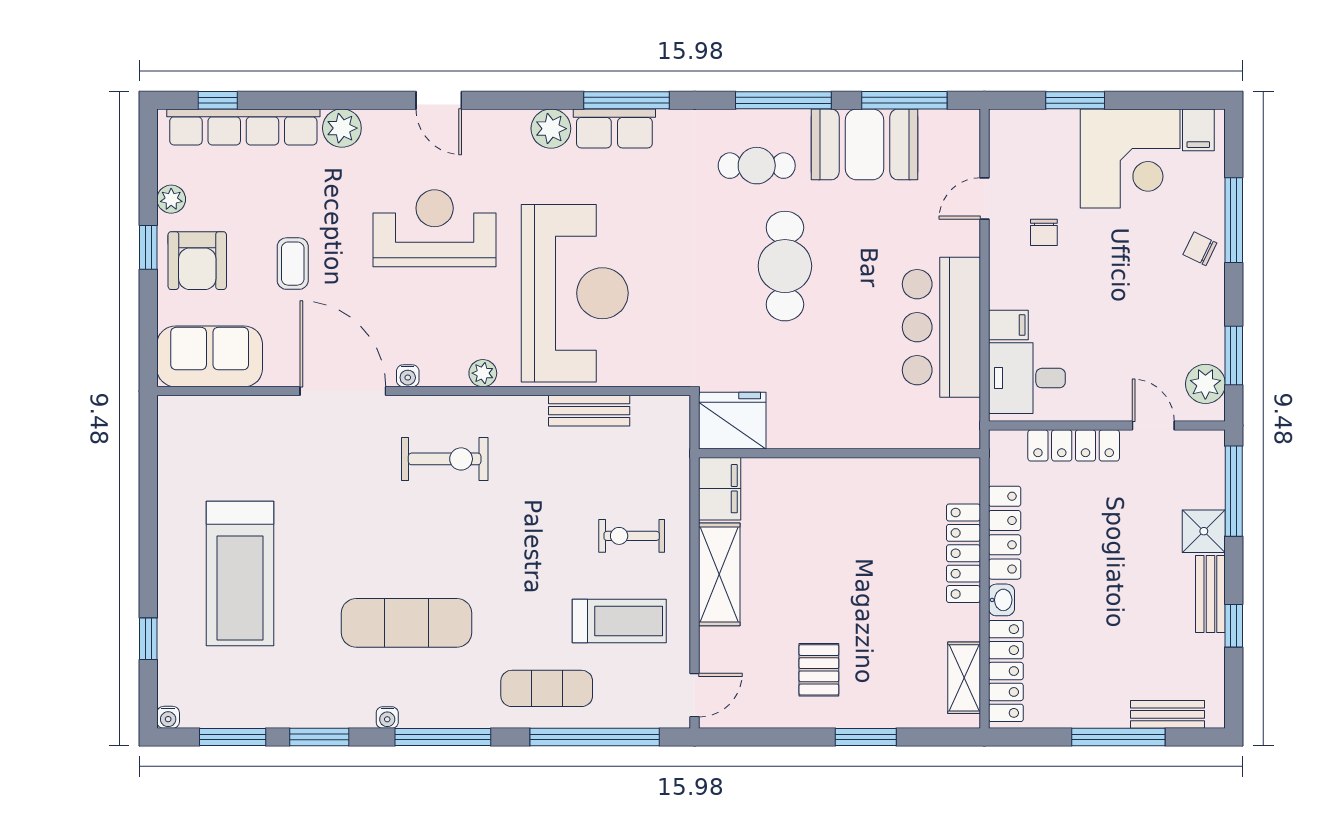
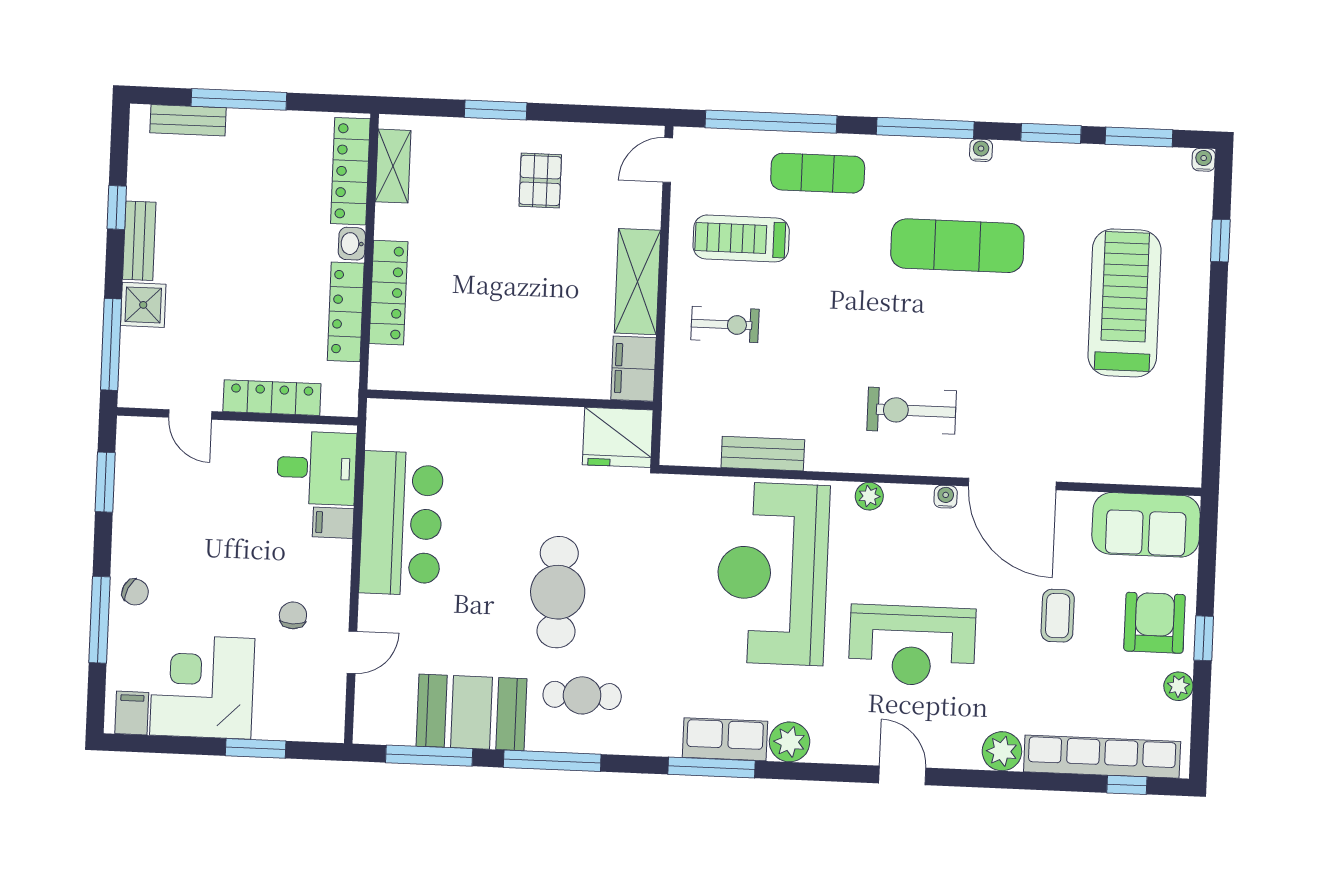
plant: (1205, 384) -> (135, 454), removed

